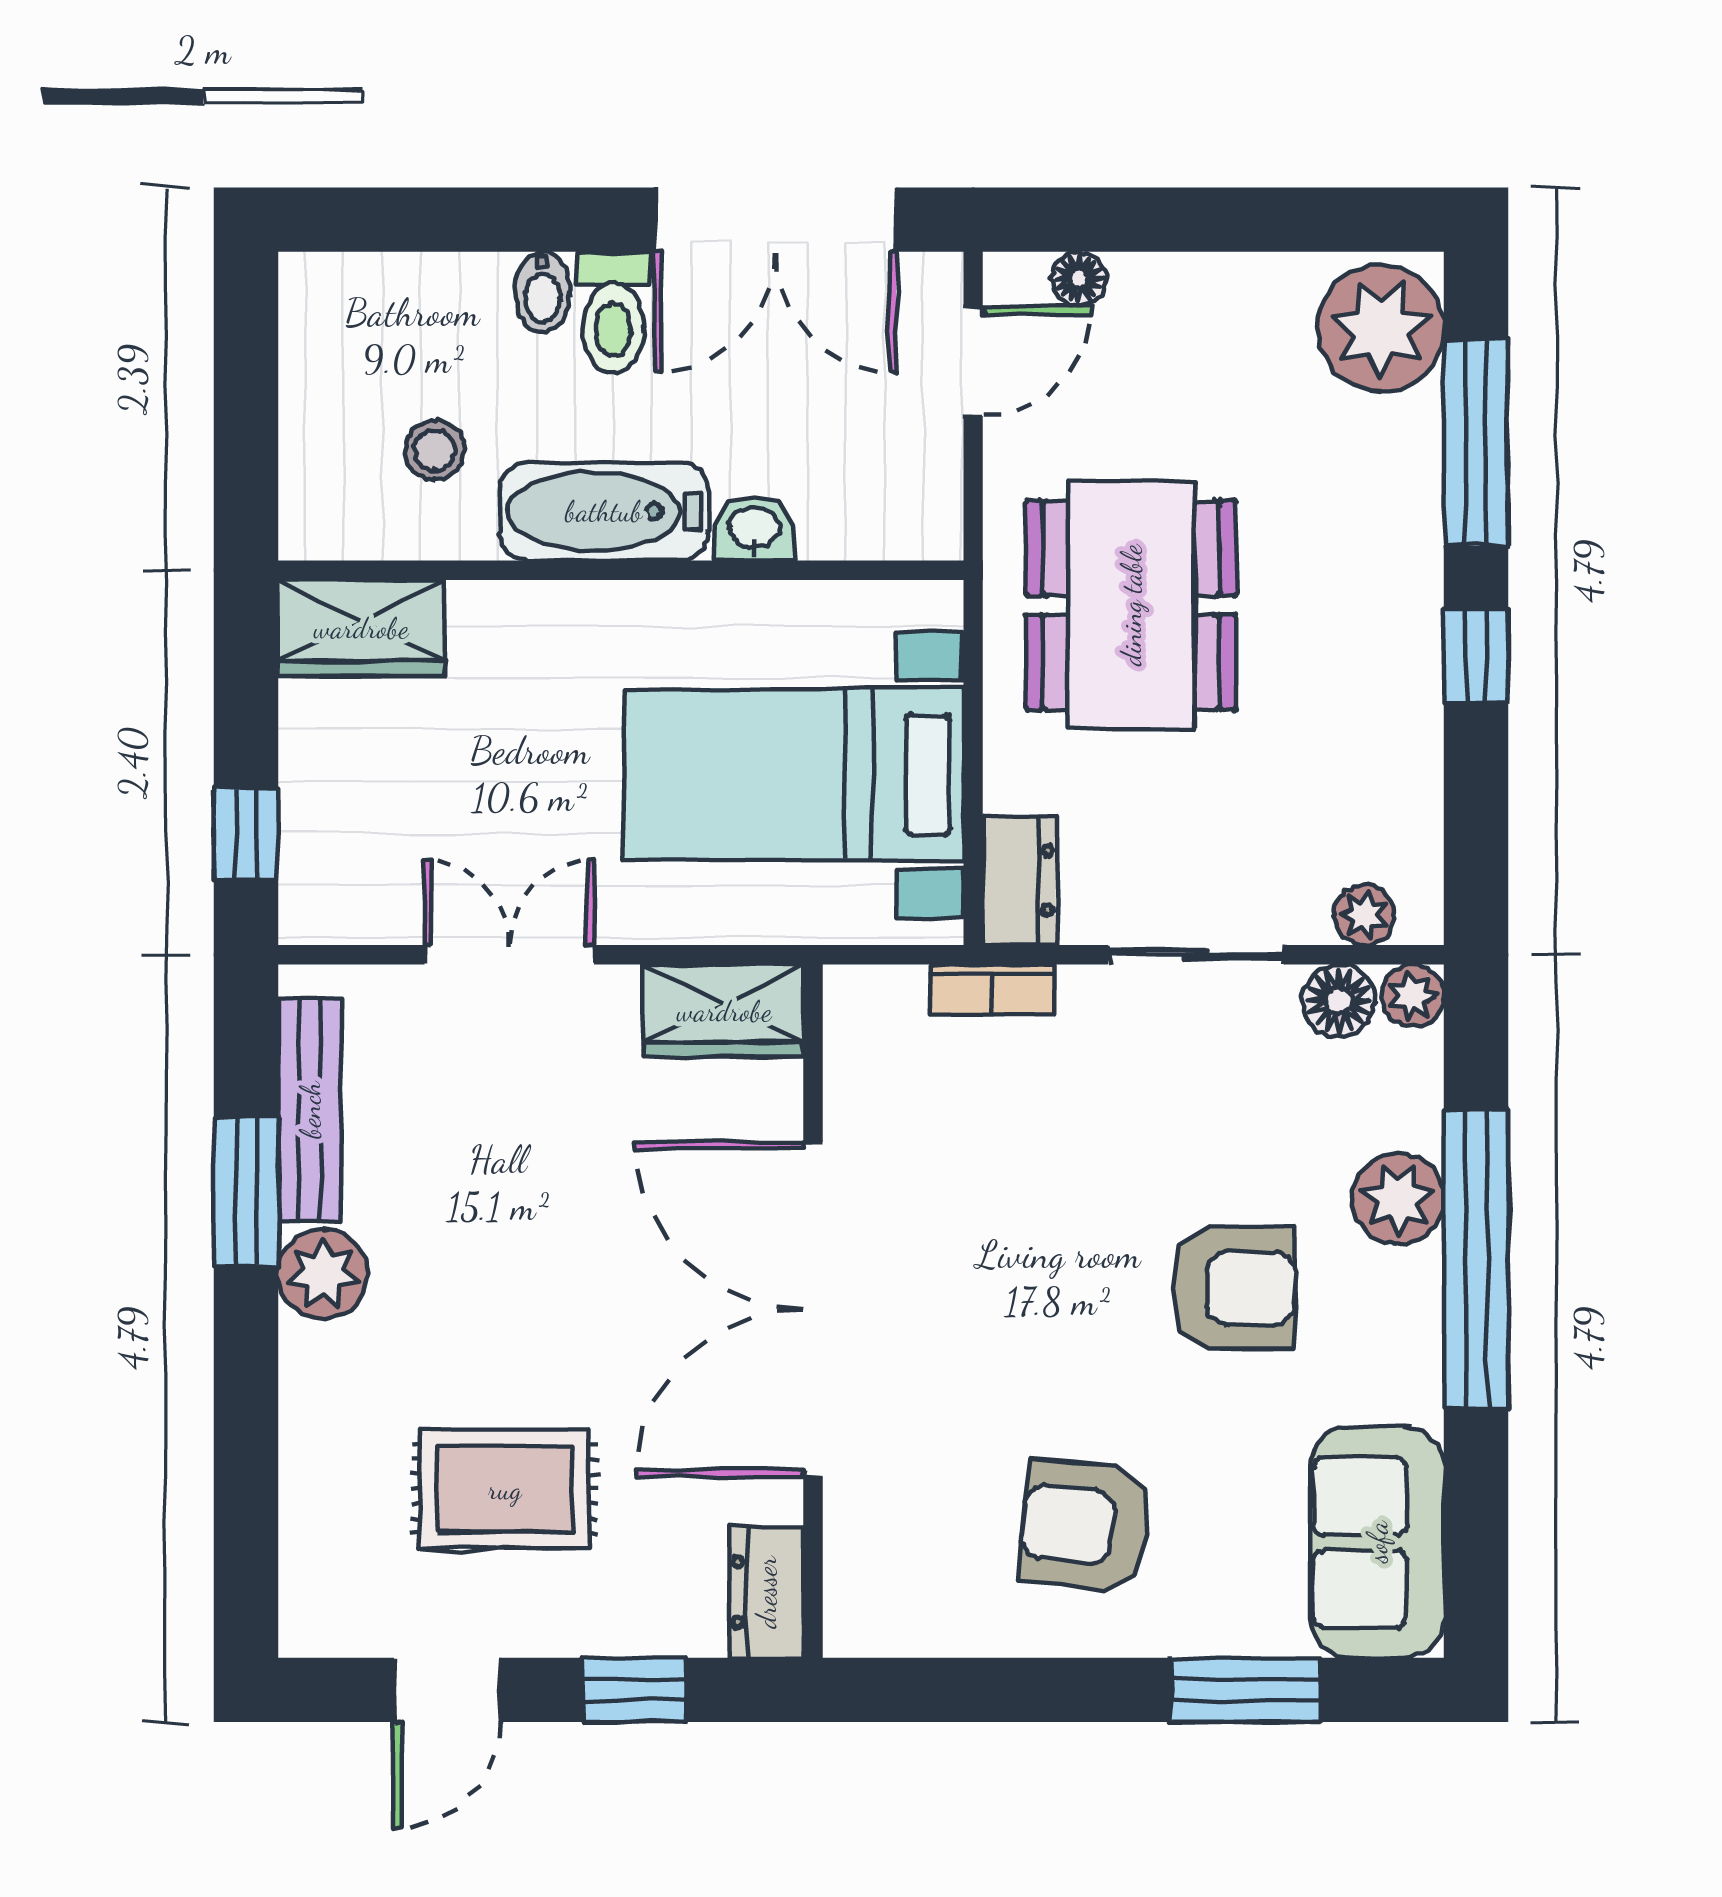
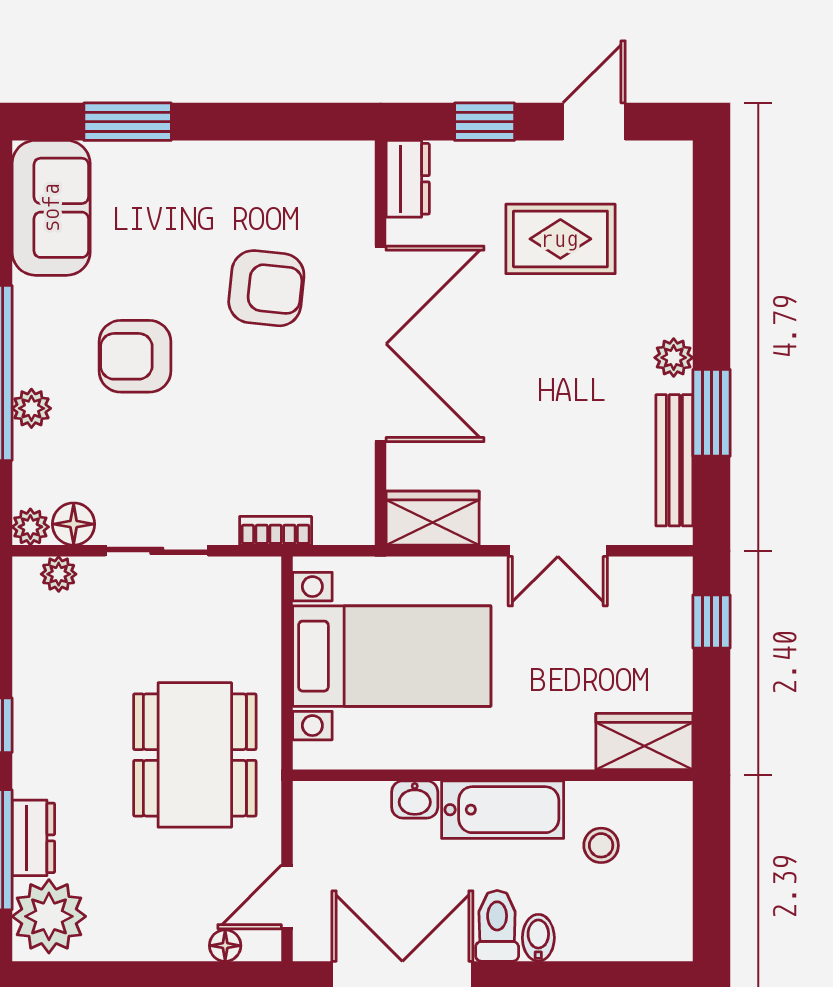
dresser: (1019, 880) -> (33, 838), moved, turned 180
plant: (1398, 1199) -> (31, 408), width x0.73, depth x0.73
plant: (323, 1274) -> (674, 358), width x0.73, depth x0.73
armchair: (1085, 1526) -> (266, 288), moved

